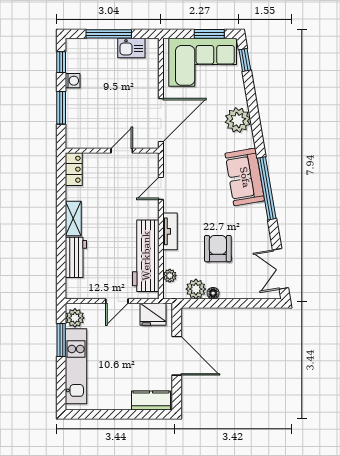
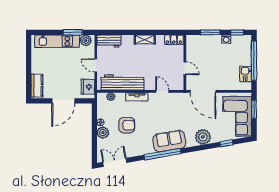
window: (109, 34) -> (254, 61), width x1.46
window: (209, 34) -> (254, 109), moved
window: (245, 60) -> (226, 143), moved
workbench: (76, 257) -> (109, 41), moved
plant: (196, 289) -> (103, 133), moved

